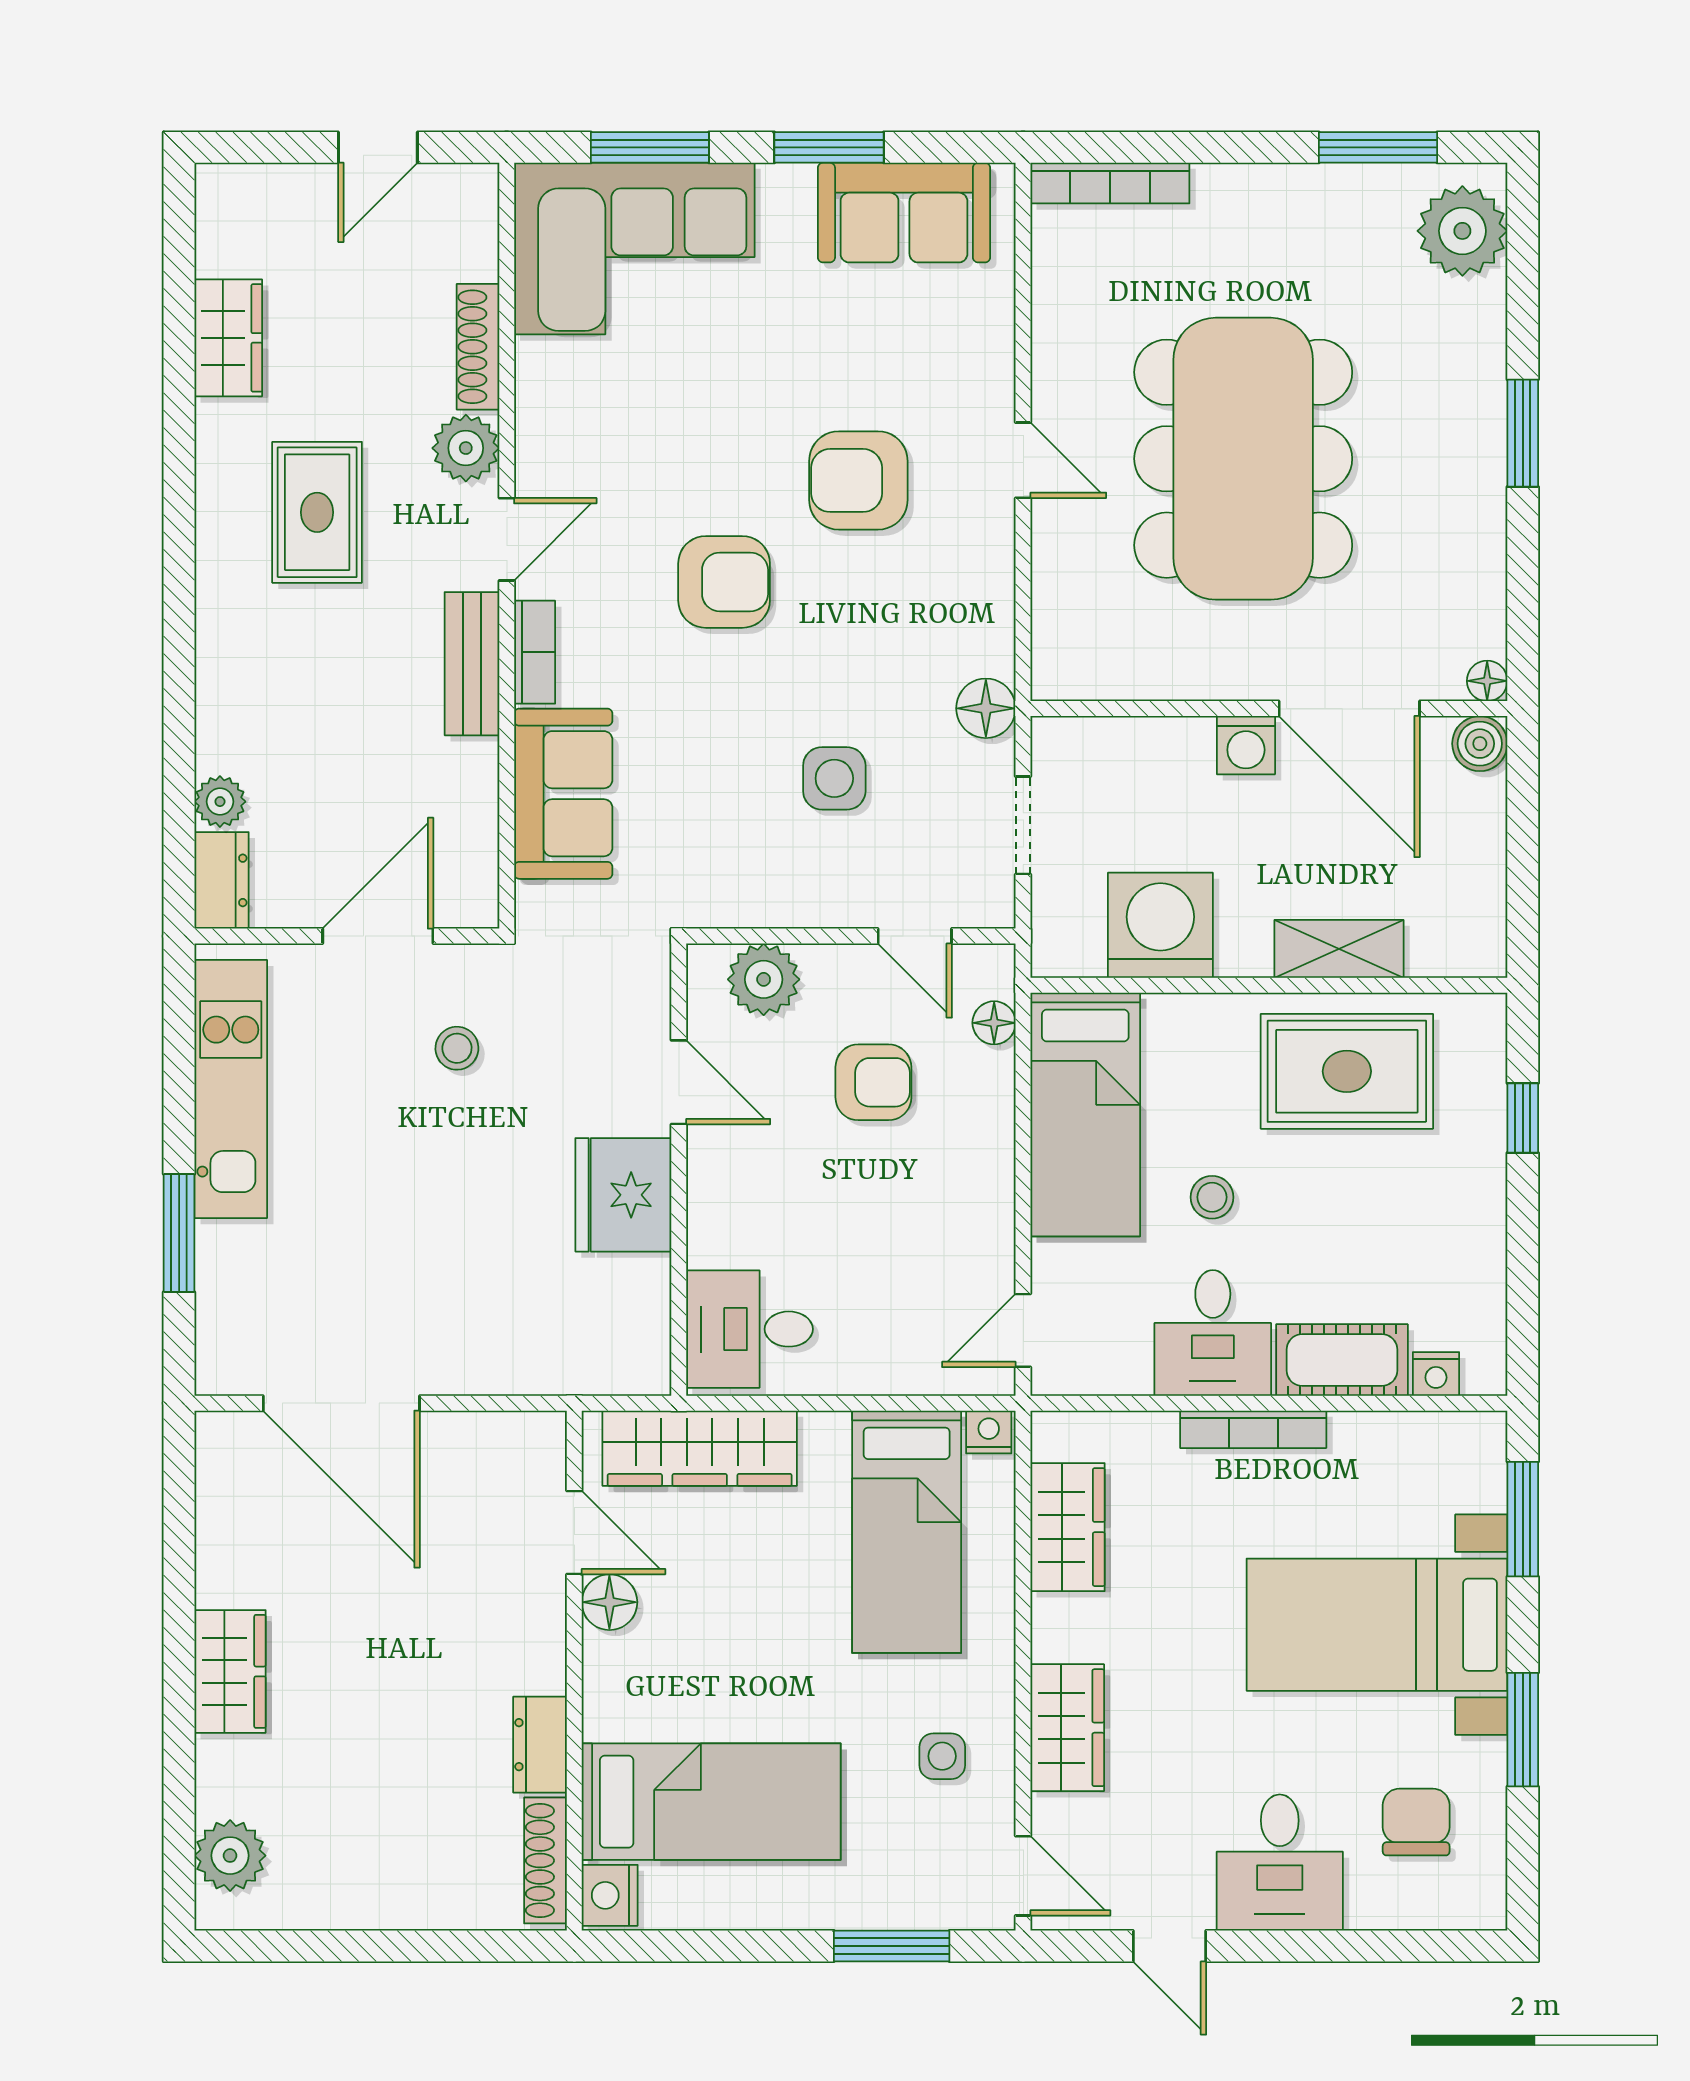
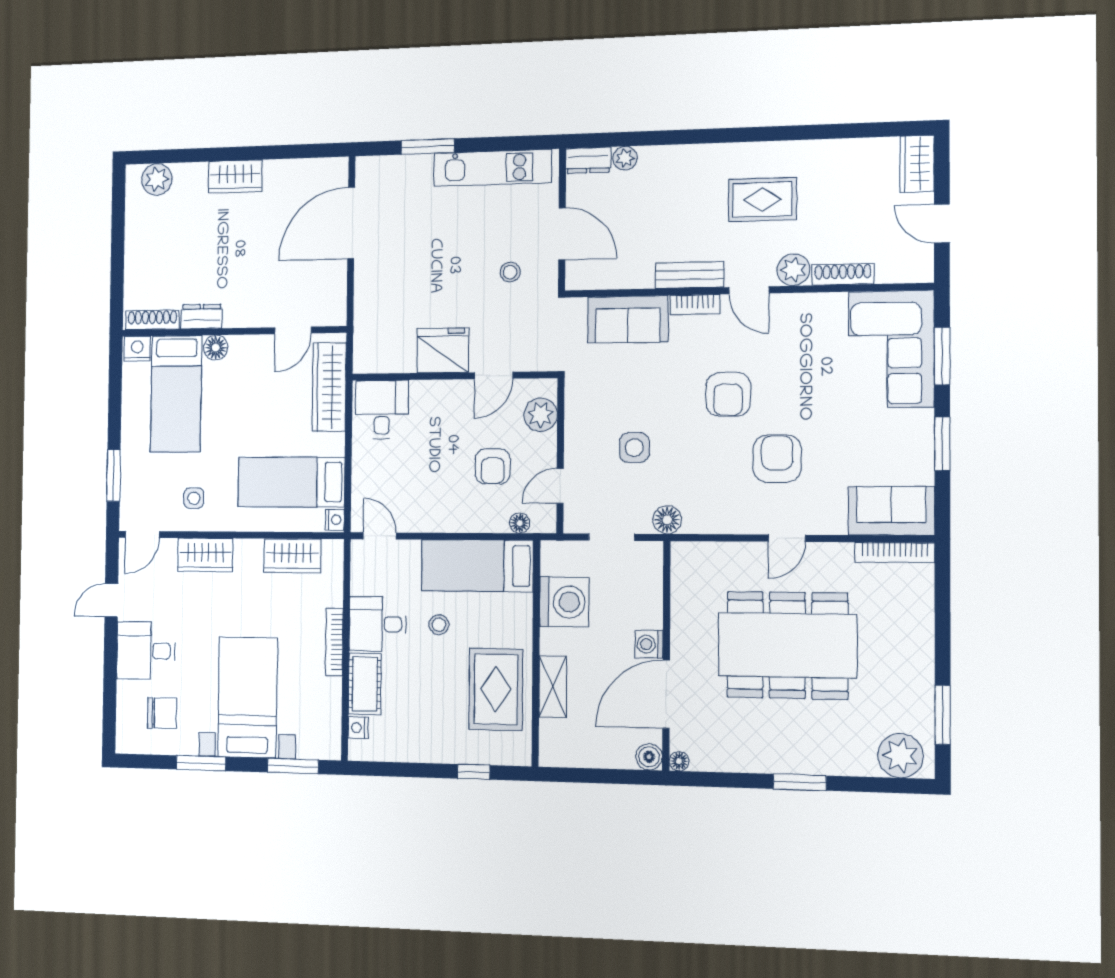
bookcase: (1110, 183) -> (895, 552), moved, turned -90
sofa: (904, 213) -> (891, 511), moved, turned 90
wardrobe: (228, 338) -> (917, 164), moved, turned 90
floor lamp: (609, 1602) -> (216, 348), moved

